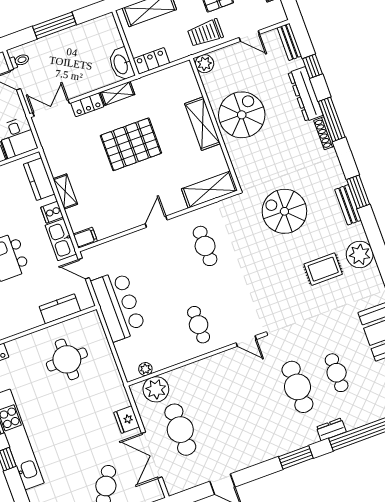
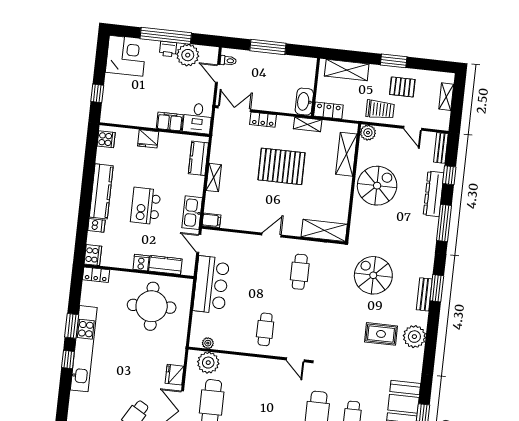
trolley: (205, 33) -> (380, 110), turned 180
shelving: (117, 93) -> (308, 124), moved
shelving: (202, 124) -> (346, 154), moved
shoe rack: (324, 133) -> (433, 231), removed
cooker: (52, 212) -> (141, 263), moved, turned 90
round table: (67, 359) -> (152, 306), width x1.36, depth x1.36

